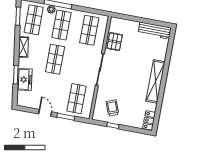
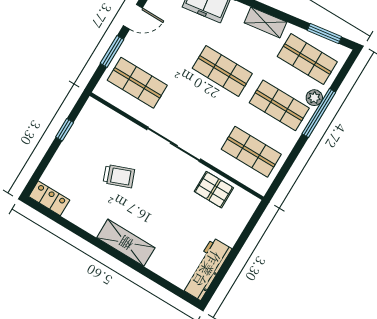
shelving: (156, 81) -> (126, 243), width x0.68
trolley: (112, 108) -> (119, 176), moved

